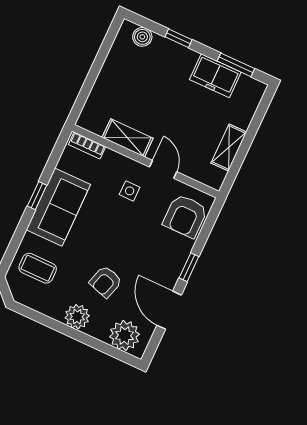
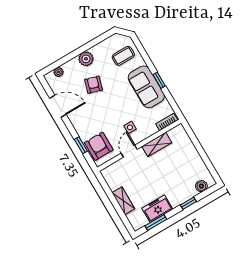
shelving: (229, 147) -> (123, 201), moved
door: (163, 169) -> (129, 151), swing flipped
window: (189, 267) -> (81, 145), moved
plant: (125, 335) -> (58, 72), width x0.53, depth x0.53

